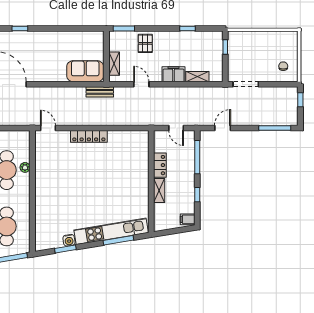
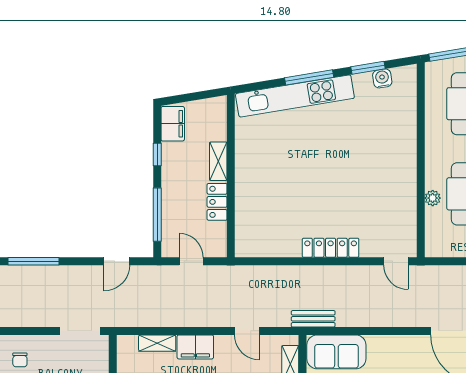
filing cabinet: (188, 219) -> (173, 124), width x2.00
water cooler: (69, 240) -> (382, 78), moved
window: (118, 240) -> (309, 77), moved

